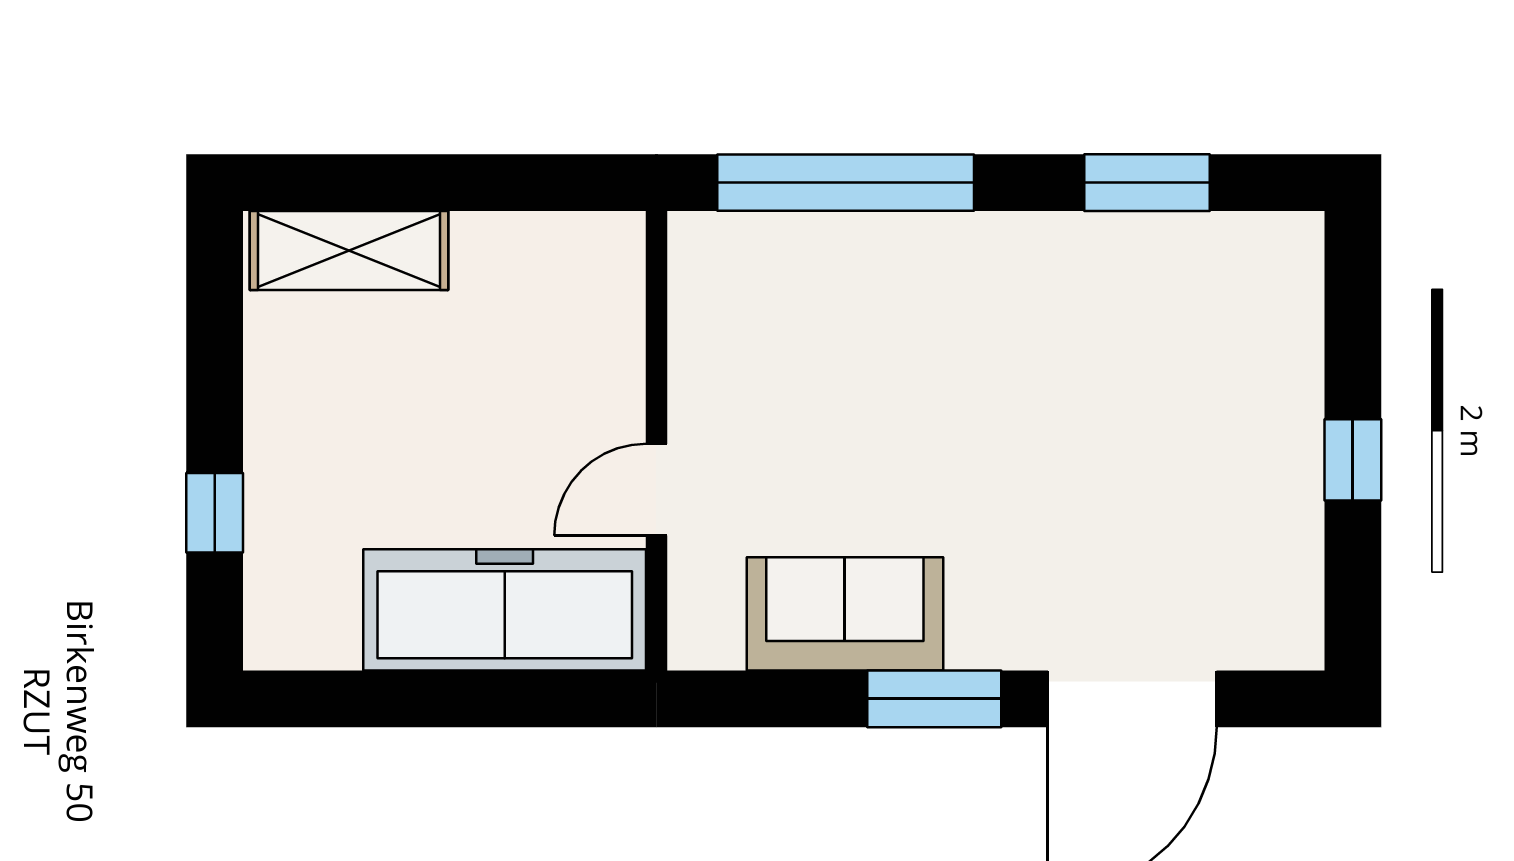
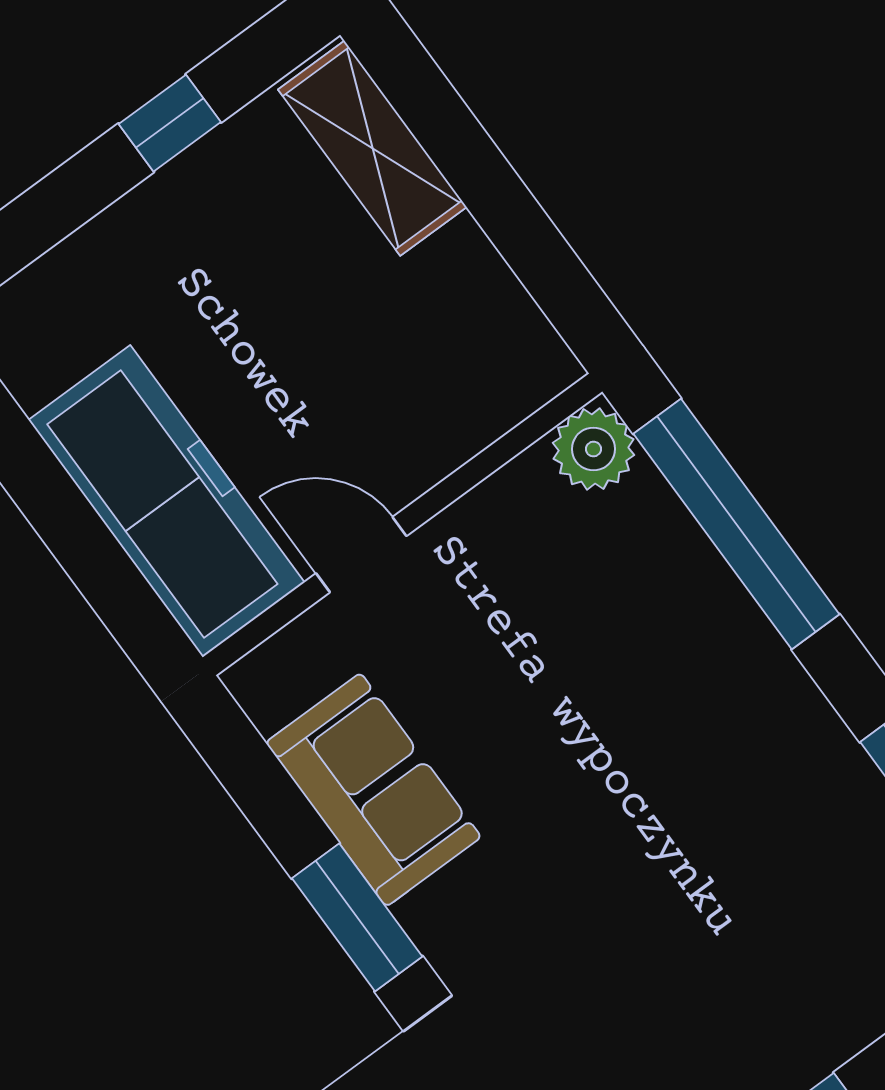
plant: (707, 251) -> (593, 449), added
window: (215, 513) -> (170, 123), moved

